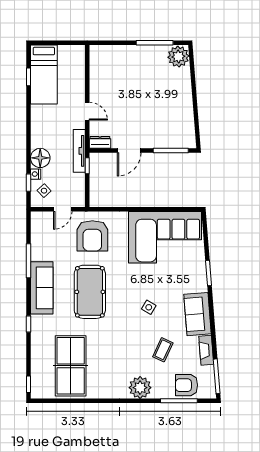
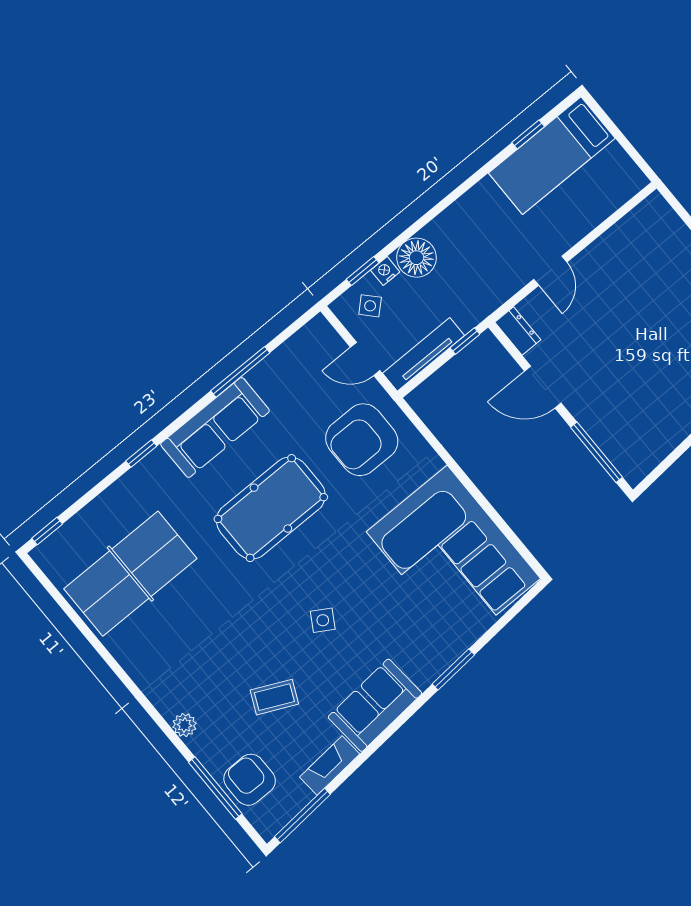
tv unit: (79, 151) -> (424, 354), moved
plant: (140, 388) -> (184, 725), width x0.53, depth x0.53

